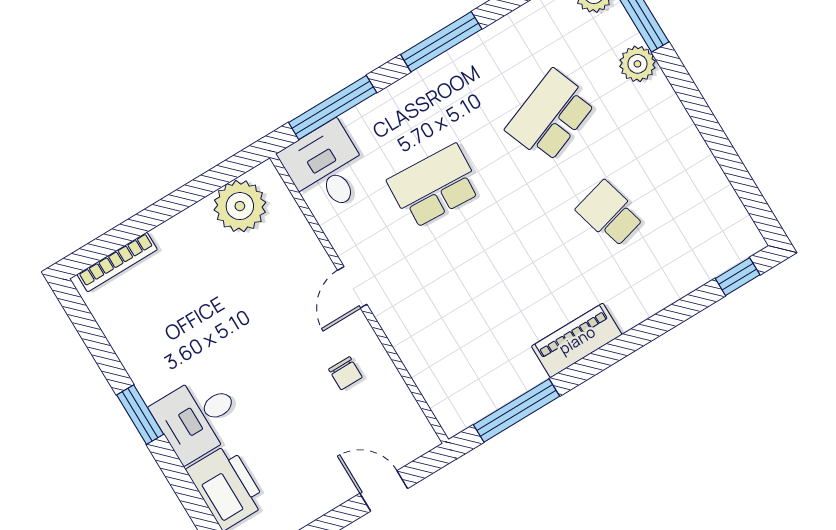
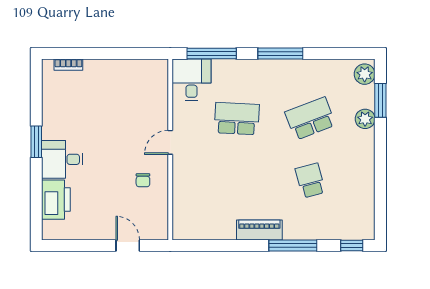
plant: (240, 206) -> (141, 73), removed
bookcase: (117, 262) -> (68, 65), width x0.64
window: (516, 411) -> (293, 246), moved

